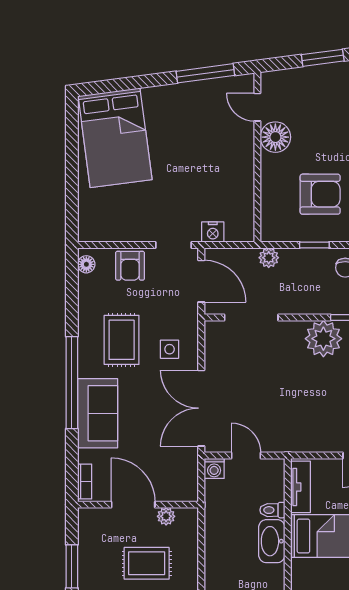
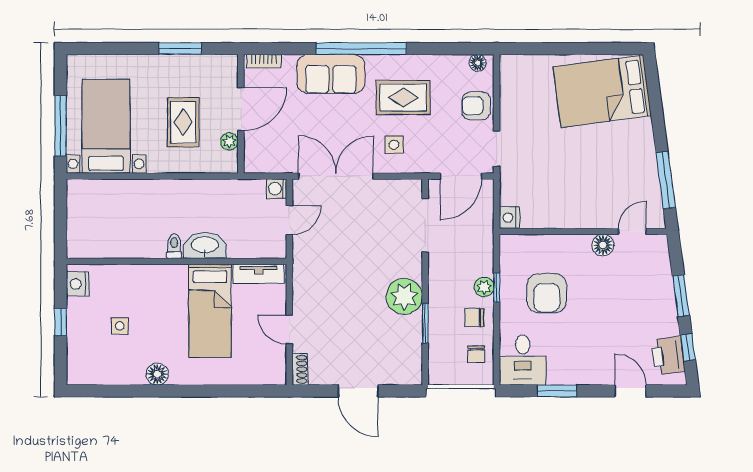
floor lamp: (275, 137) -> (603, 245), width x0.73, depth x0.73
nightstand: (213, 232) -> (509, 218), moved
plant: (269, 258) -> (484, 287), moved
toilet: (272, 510) -> (174, 246), moved

